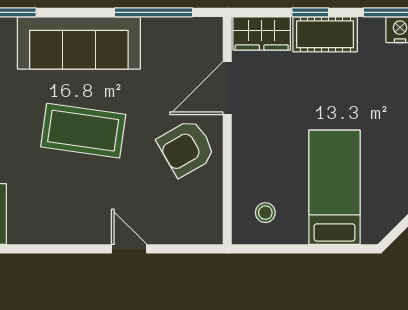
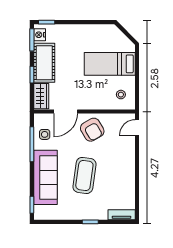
cot: (325, 34) -> (44, 63), width x1.37, depth x1.34
side table: (176, 41) -> (45, 134), added
door: (227, 88) -> (66, 111), hinge flipped
door: (129, 249) -> (137, 128), moved

